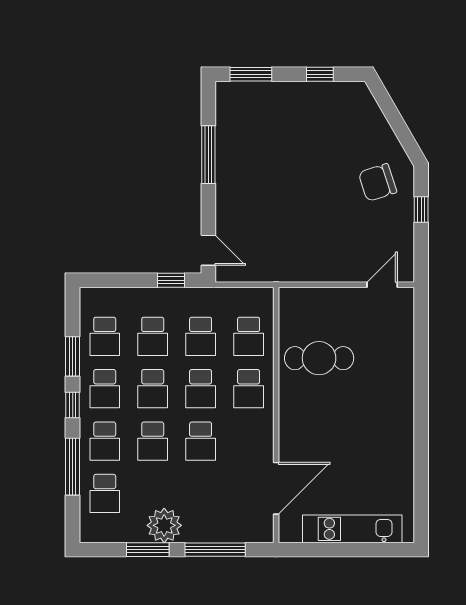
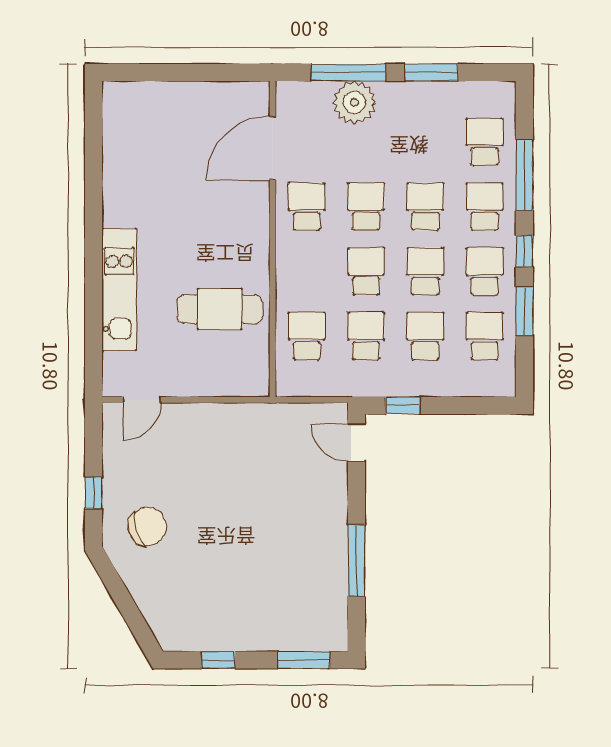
school desk: (249, 389) -> (307, 207), moved
plant: (164, 525) -> (354, 102), moved
kitchen unit: (352, 529) -> (119, 290), moved, turned -90

